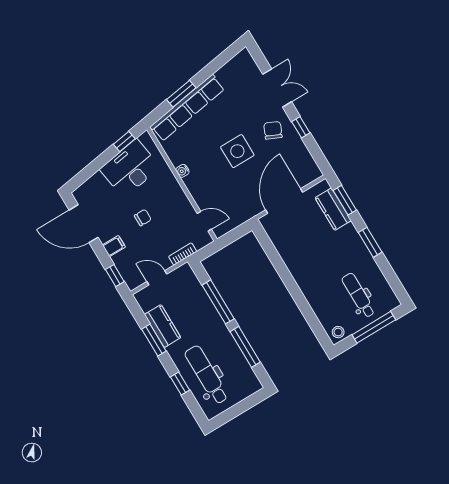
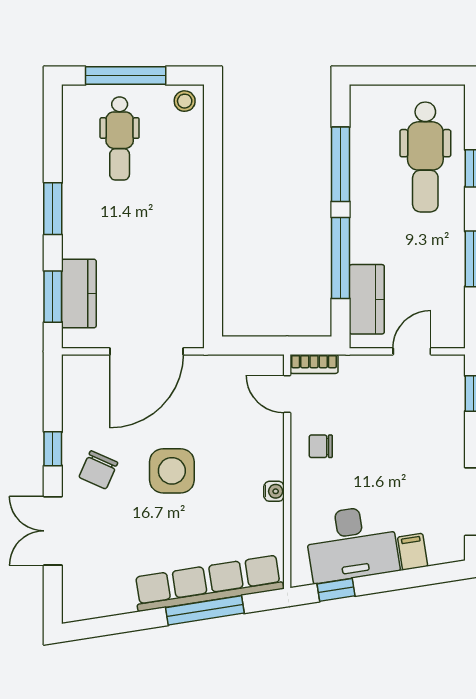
window: (181, 94) -> (205, 610), width x1.44
chair: (143, 218) -> (321, 446), moved
filing cabinet: (114, 246) -> (413, 552), moved, turned 81
bookcase: (183, 254) -> (314, 364), moved
door: (157, 278) -> (412, 351), swing flipped
kitchen counter: (163, 326) -> (367, 299), moved, turned 180

